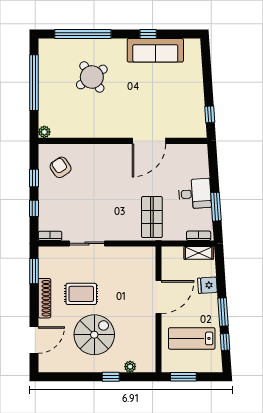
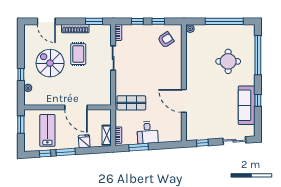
sliding door: (207, 68) -> (234, 141), added
round table: (92, 77) -> (228, 61), turned 35
spiral stairs: (94, 335) -> (50, 63), turned 180

